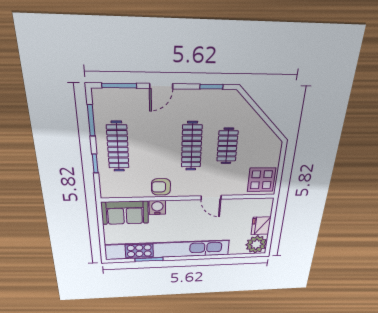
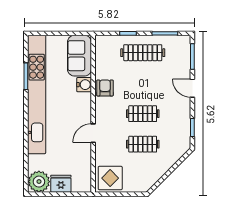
clothes rail: (192, 146) -> (143, 114), width x0.73

